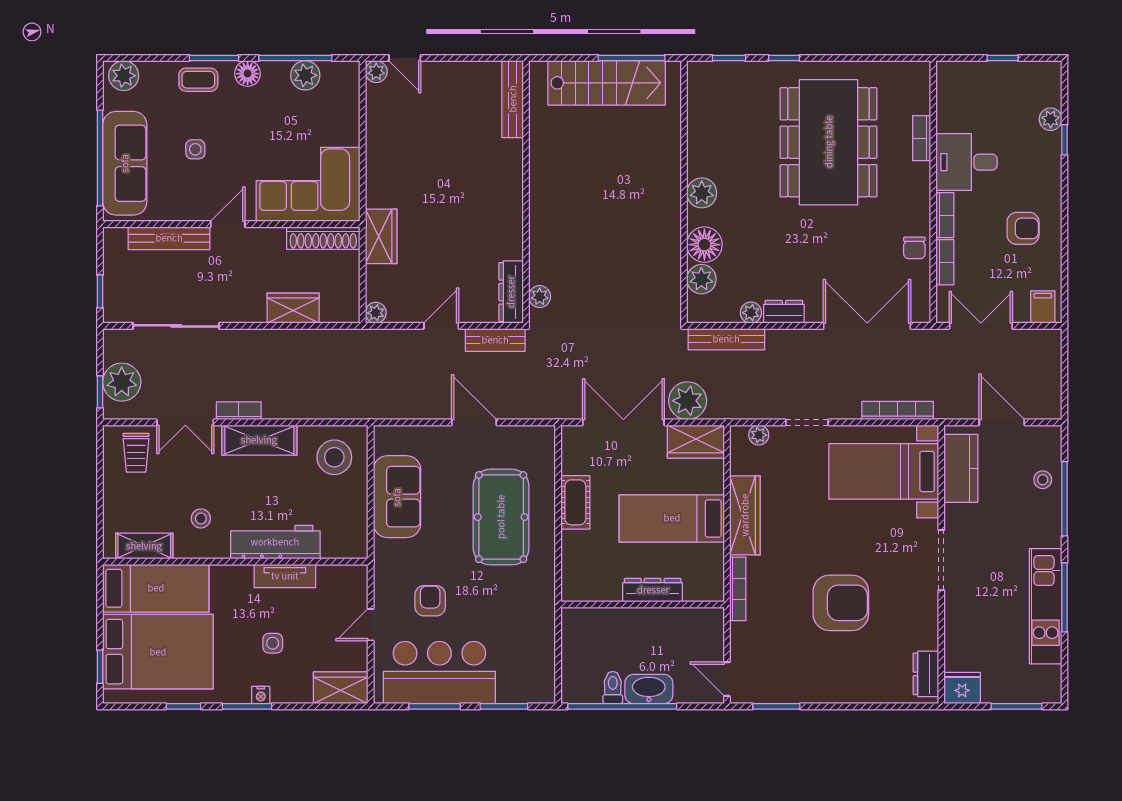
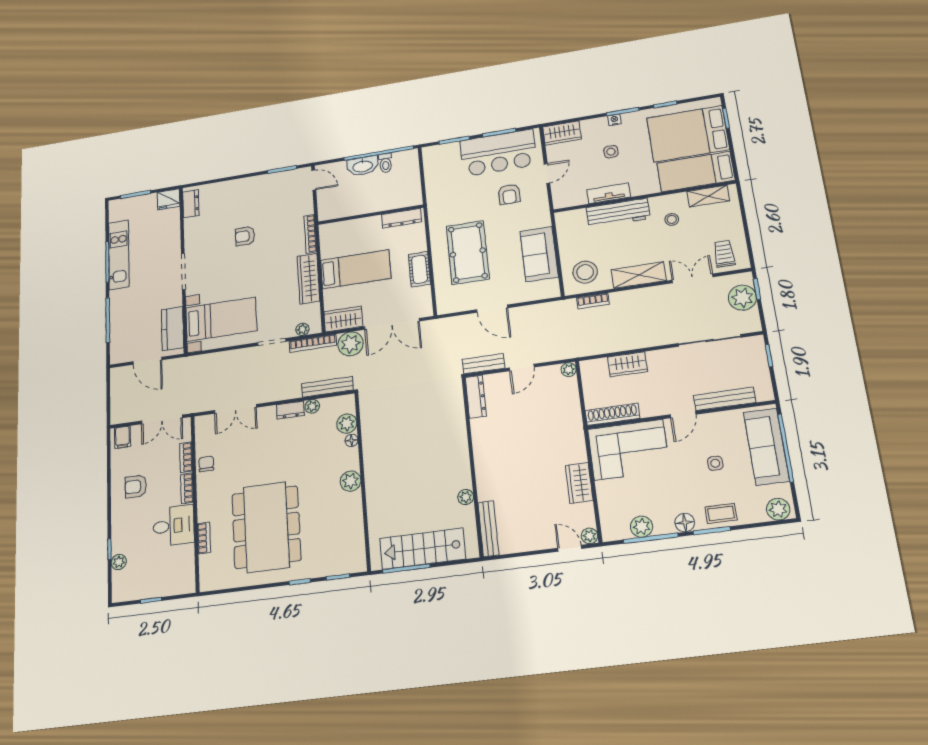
wardrobe: (381, 236) -> (579, 483), moved
floor lamp: (704, 245) -> (352, 440), width x0.53, depth x0.53
plant: (540, 297) -> (466, 497), moved
double door: (867, 326) -> (235, 409), width x0.73
bookcase: (239, 411) -> (593, 301), moved
bookcase: (898, 411) -> (313, 343), moved
stool: (1043, 480) -> (121, 330), removed
dresser: (653, 590) -> (401, 218), moved
armchair: (841, 603) -> (245, 236), width x0.53, depth x0.53

